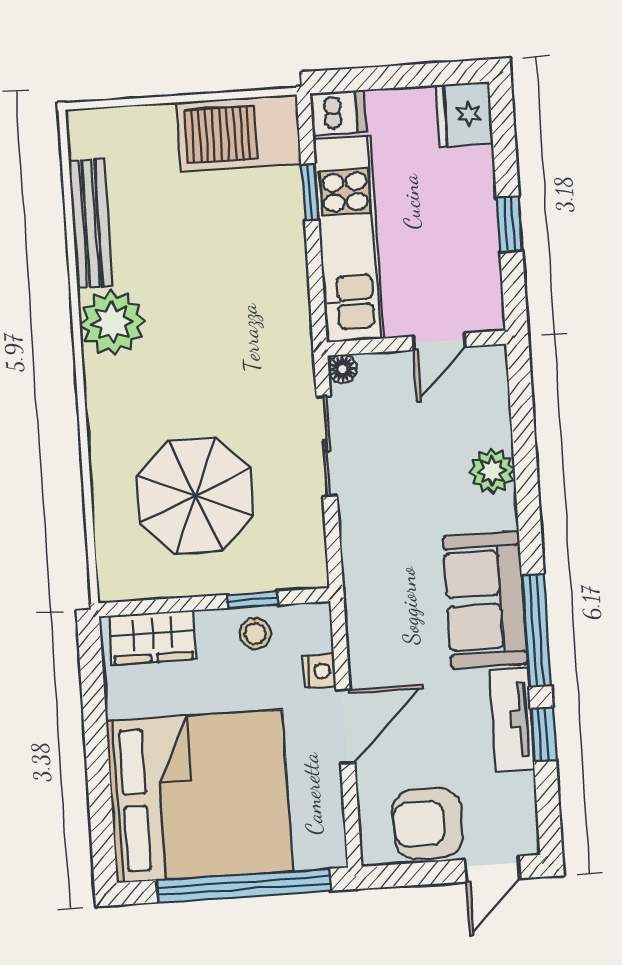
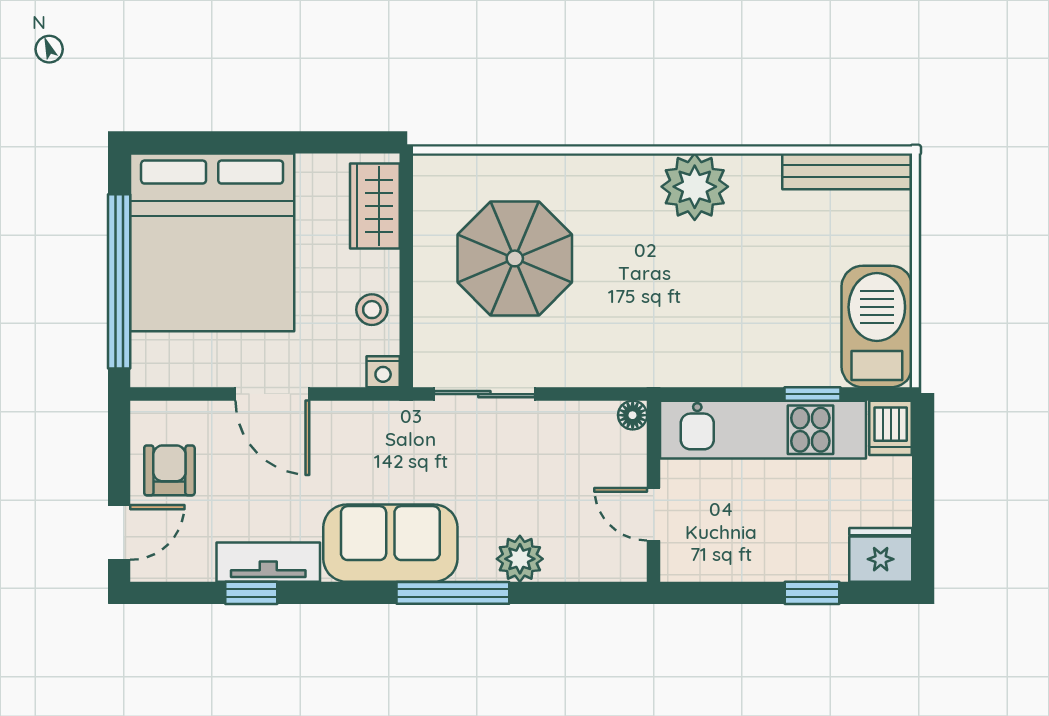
bench: (91, 223) -> (847, 171), moved
window: (509, 224) -> (812, 593), moved
sliding door: (327, 446) -> (484, 394), moved
window: (253, 600) -> (406, 309), removed
window: (536, 630) -> (453, 593), moved
nightstand: (320, 671) -> (383, 372), moved
armchair: (428, 823) -> (169, 470), width x0.72, depth x0.72
door: (492, 869) -> (119, 532), swing flipped

